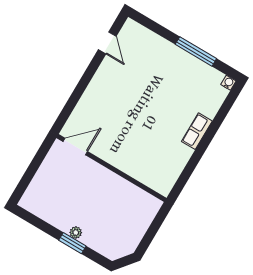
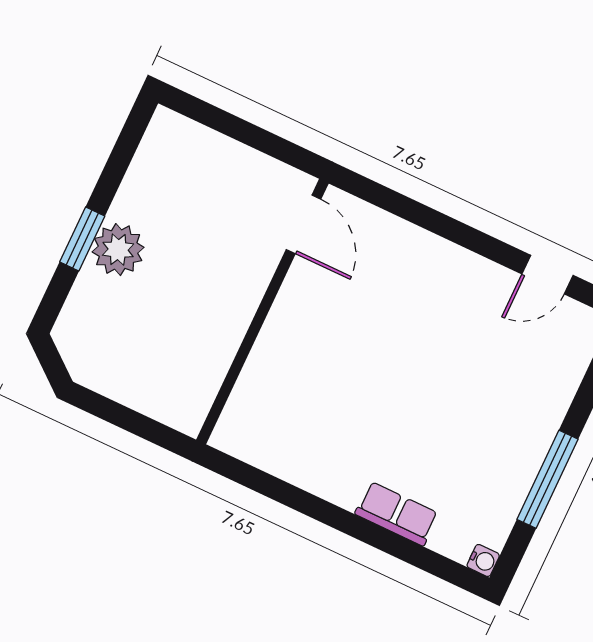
row of seats: (197, 131) -> (397, 514), moved
plant: (76, 233) -> (118, 250), width x1.88, depth x1.88

